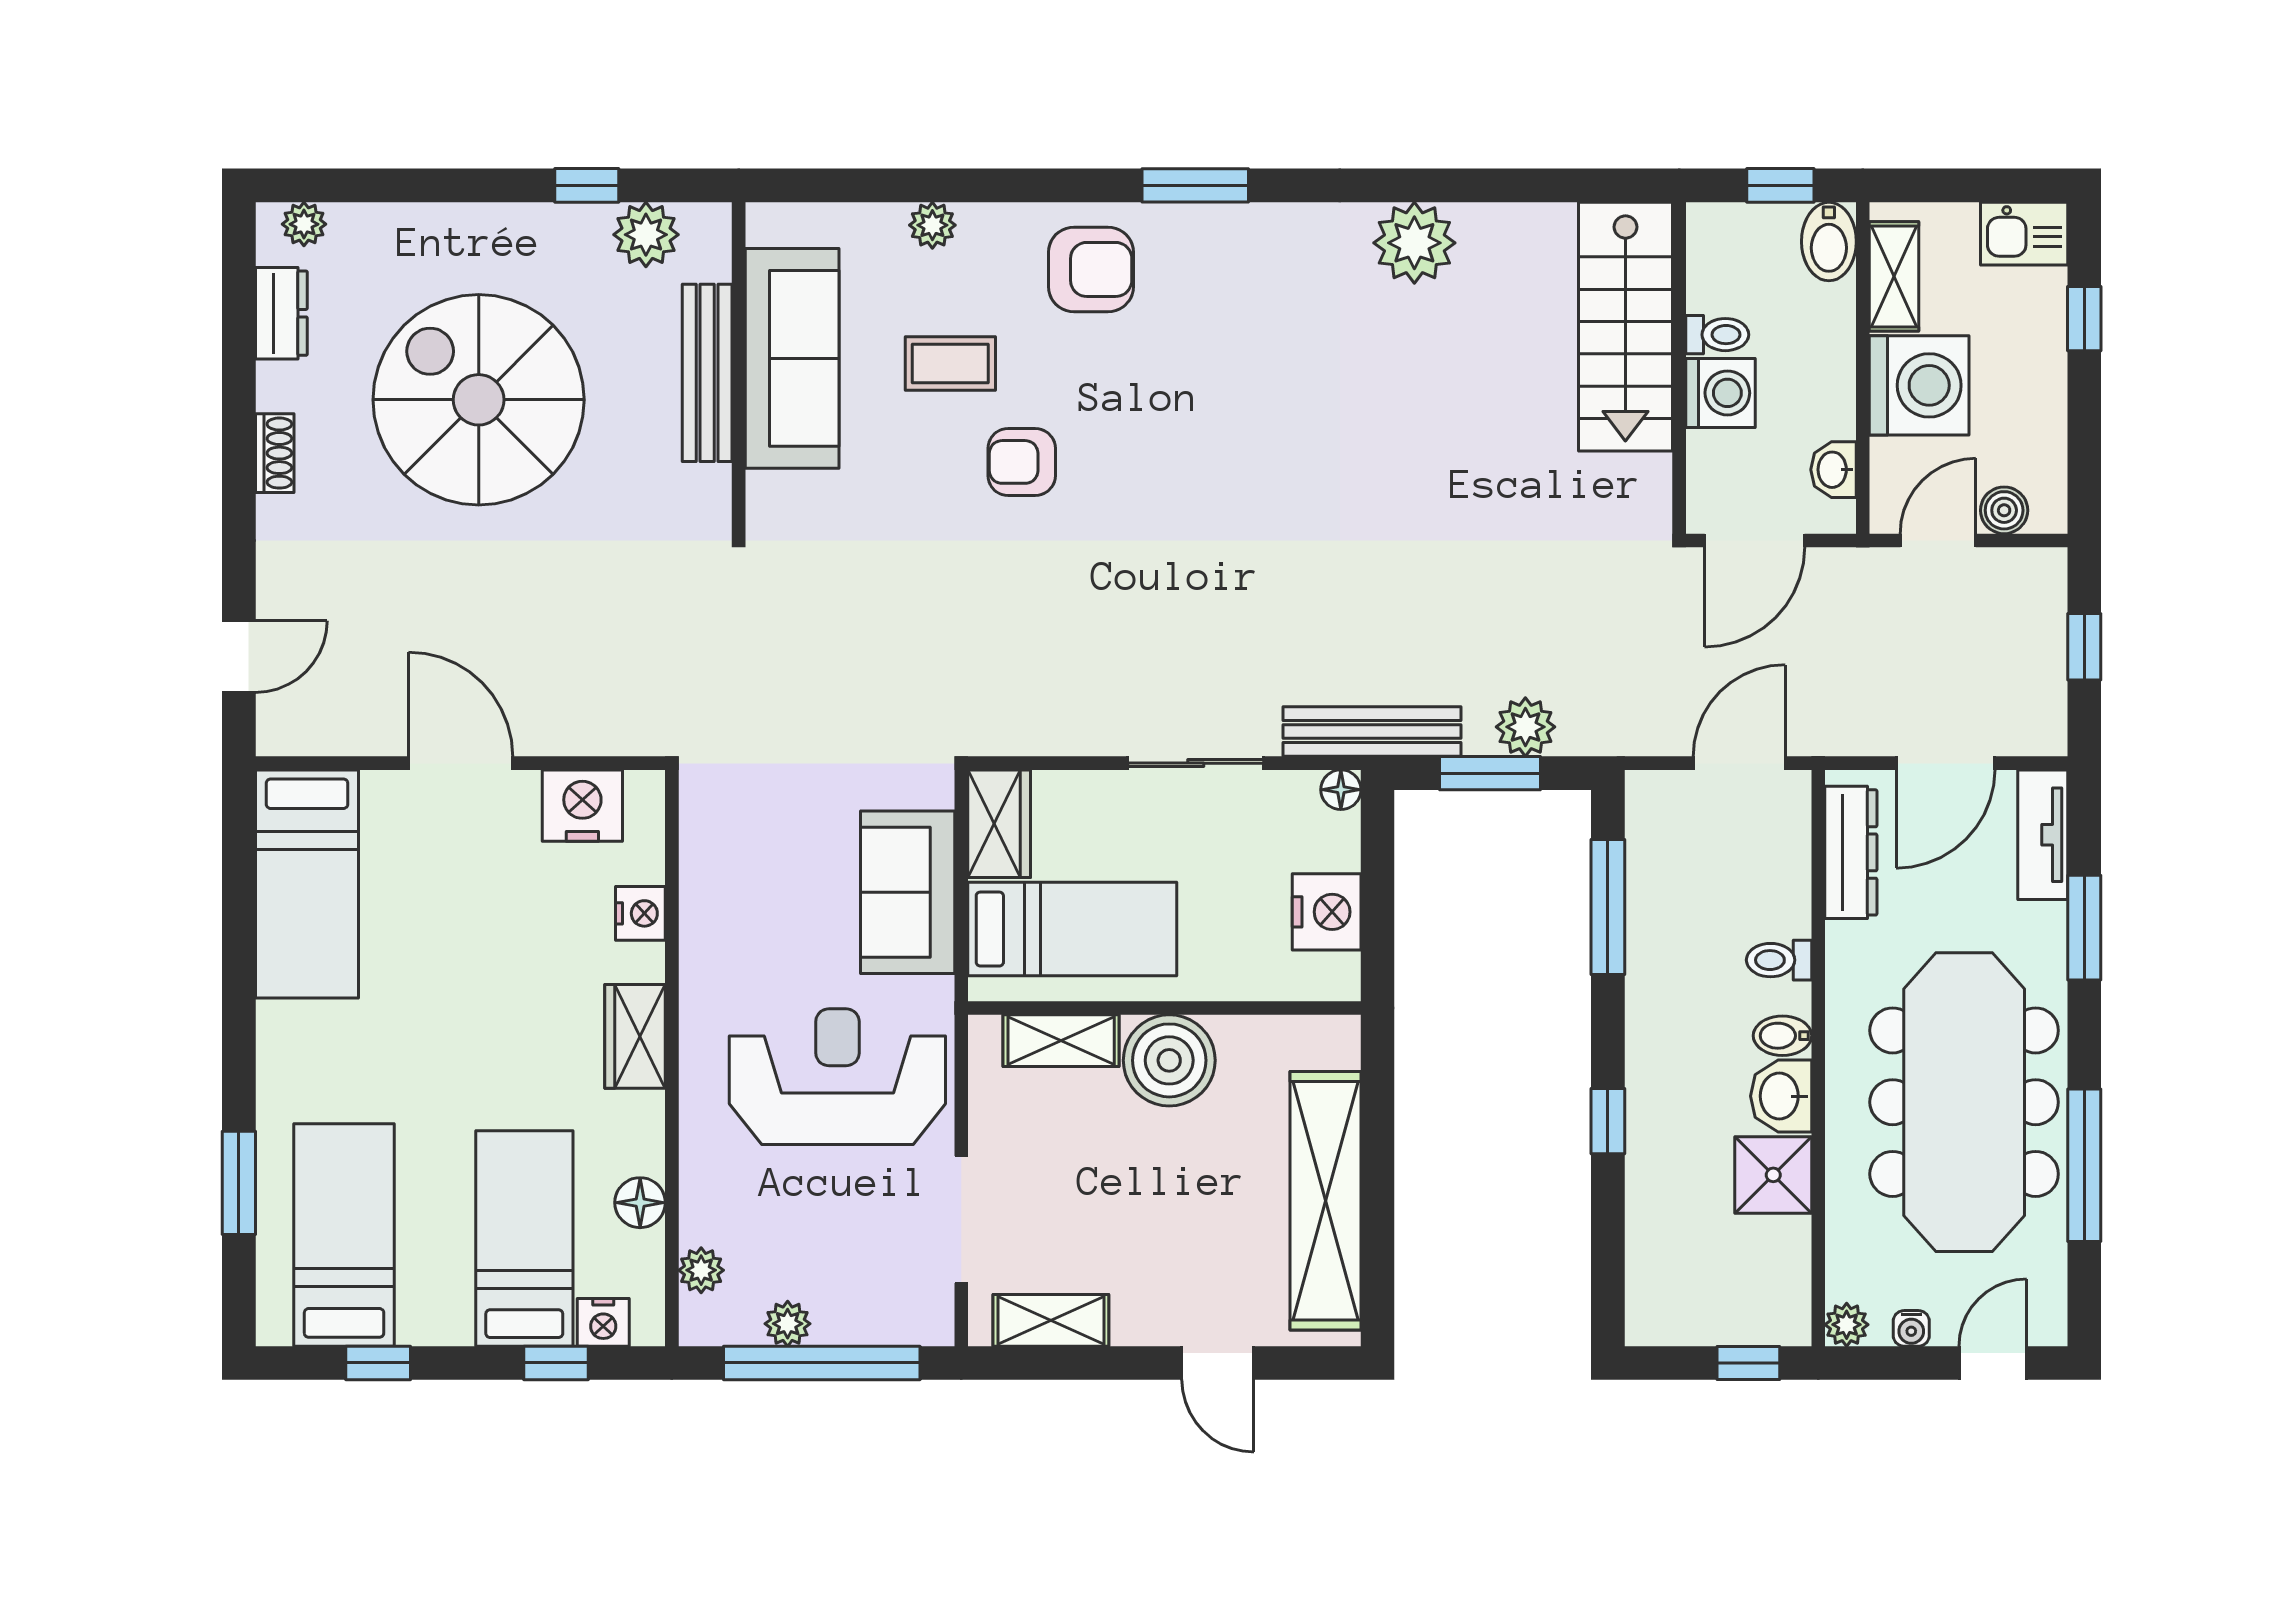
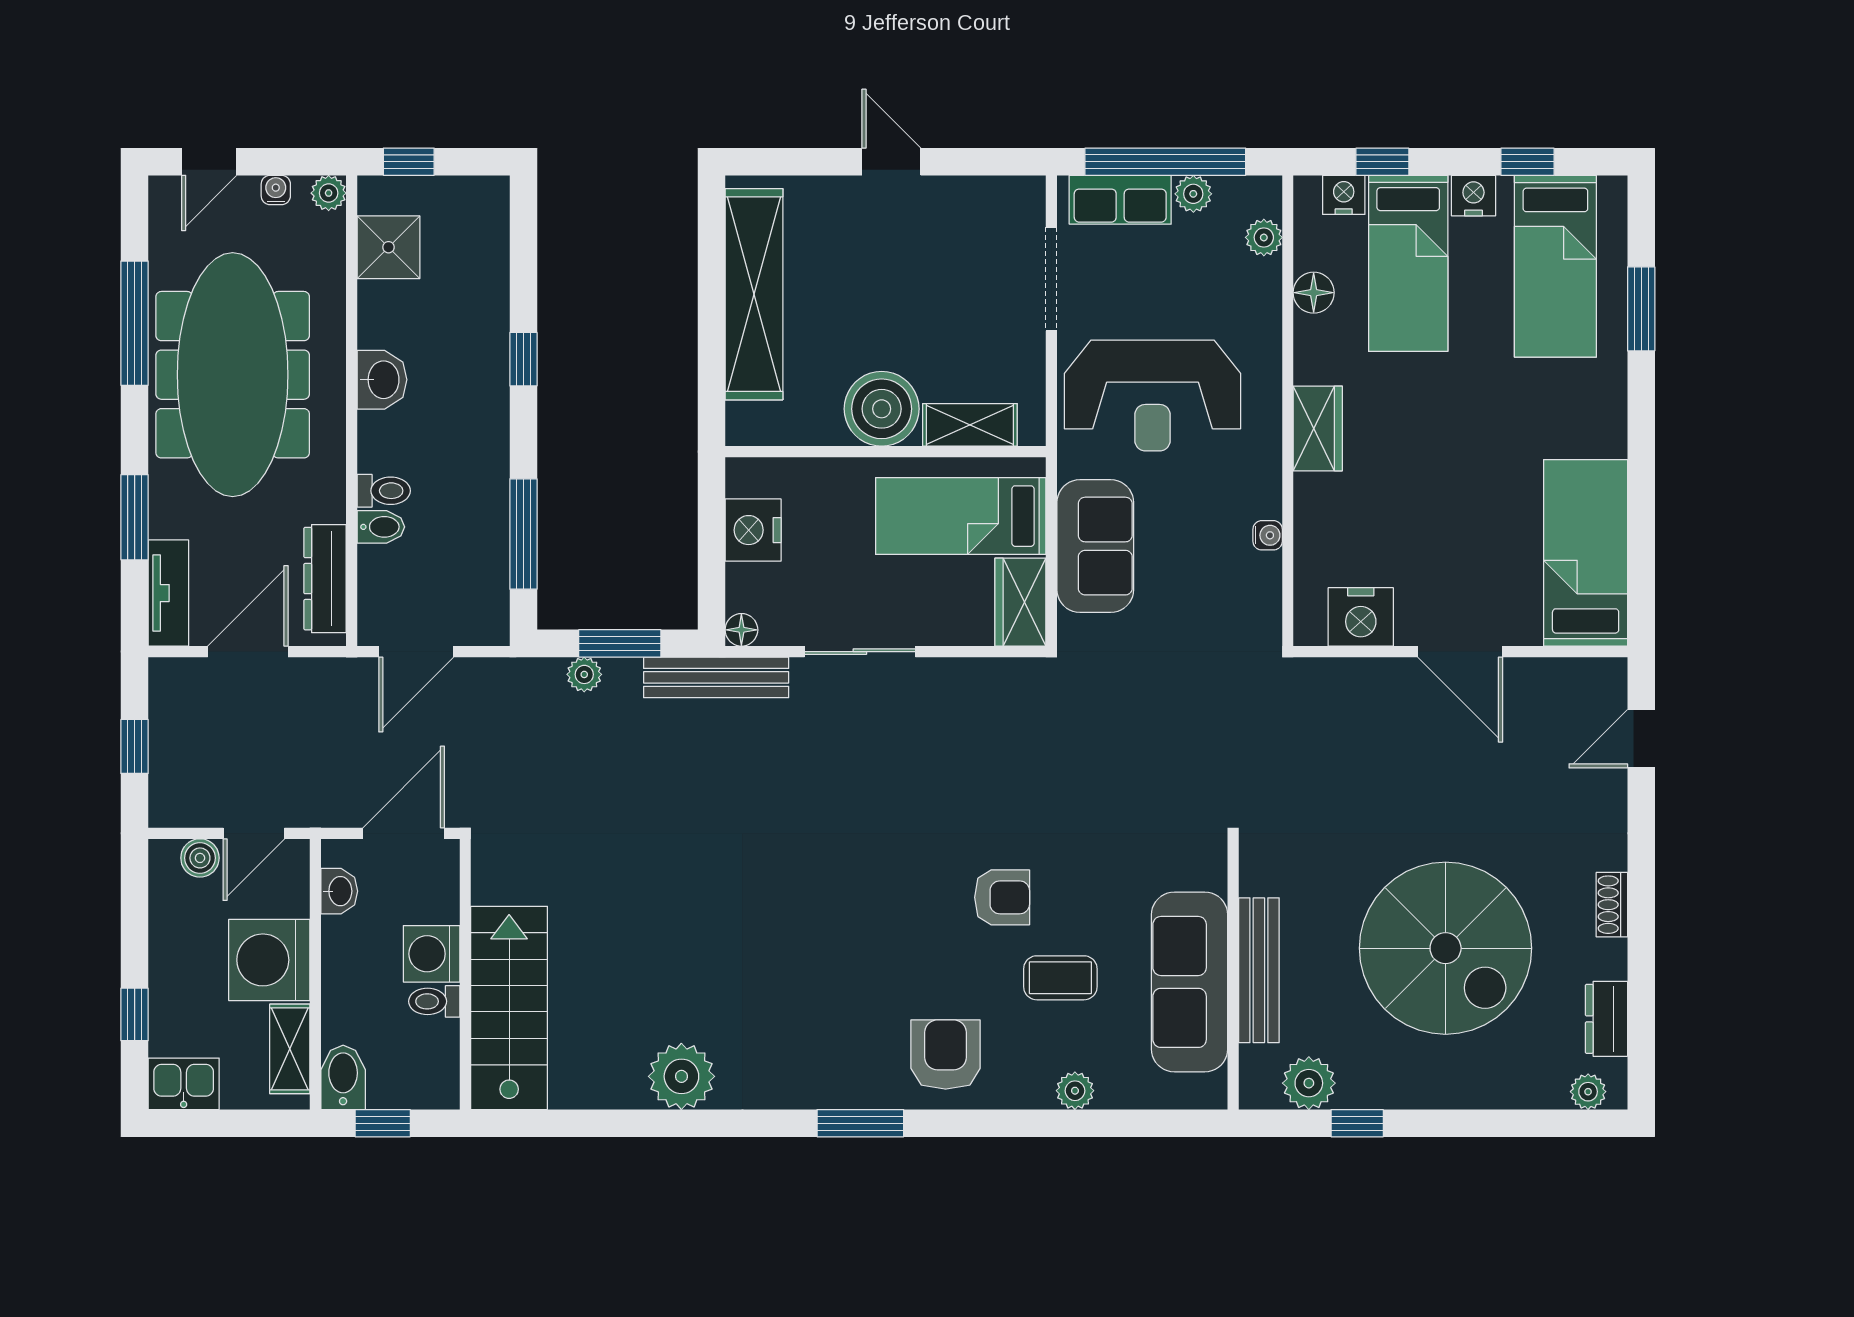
armchair: (1091, 269) -> (946, 1055), turned 90
plant: (1525, 727) -> (584, 674), width x0.73, depth x0.73
water cooler: (696, 905) -> (1268, 535), added
nightstand: (640, 913) -> (1473, 196), moved, turned 90
bidet: (1782, 1036) -> (381, 527), moved
shower: (1773, 1175) -> (388, 247), moved
row of seats: (877, 1316) -> (1120, 200), added
shelving: (1051, 1320) -> (978, 197), removed
door: (1218, 1363) -> (891, 162), moved

